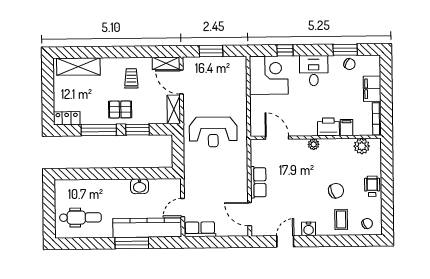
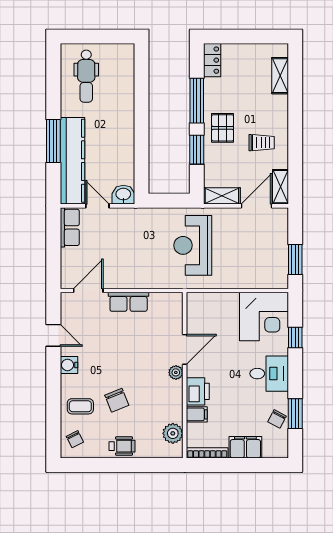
window: (211, 51) -> (295, 260), moved
shelving: (78, 67) -> (280, 76), width x0.67, depth x0.75
door: (277, 138) -> (185, 349), moved
washbasin: (140, 186) -> (123, 195), moved, turned 90

